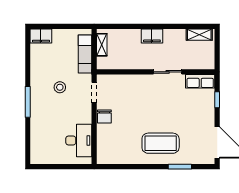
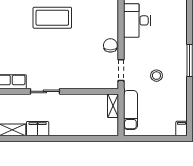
filing cabinet: (41, 36) -> (182, 129), width x0.50
filing cabinet: (152, 36) -> (38, 129), moved
shelving: (102, 45) -> (113, 106), moved

